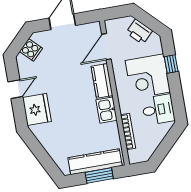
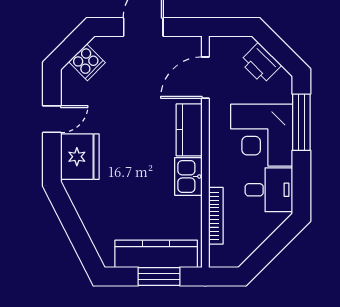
window: (171, 64) -> (301, 122), width x2.17

